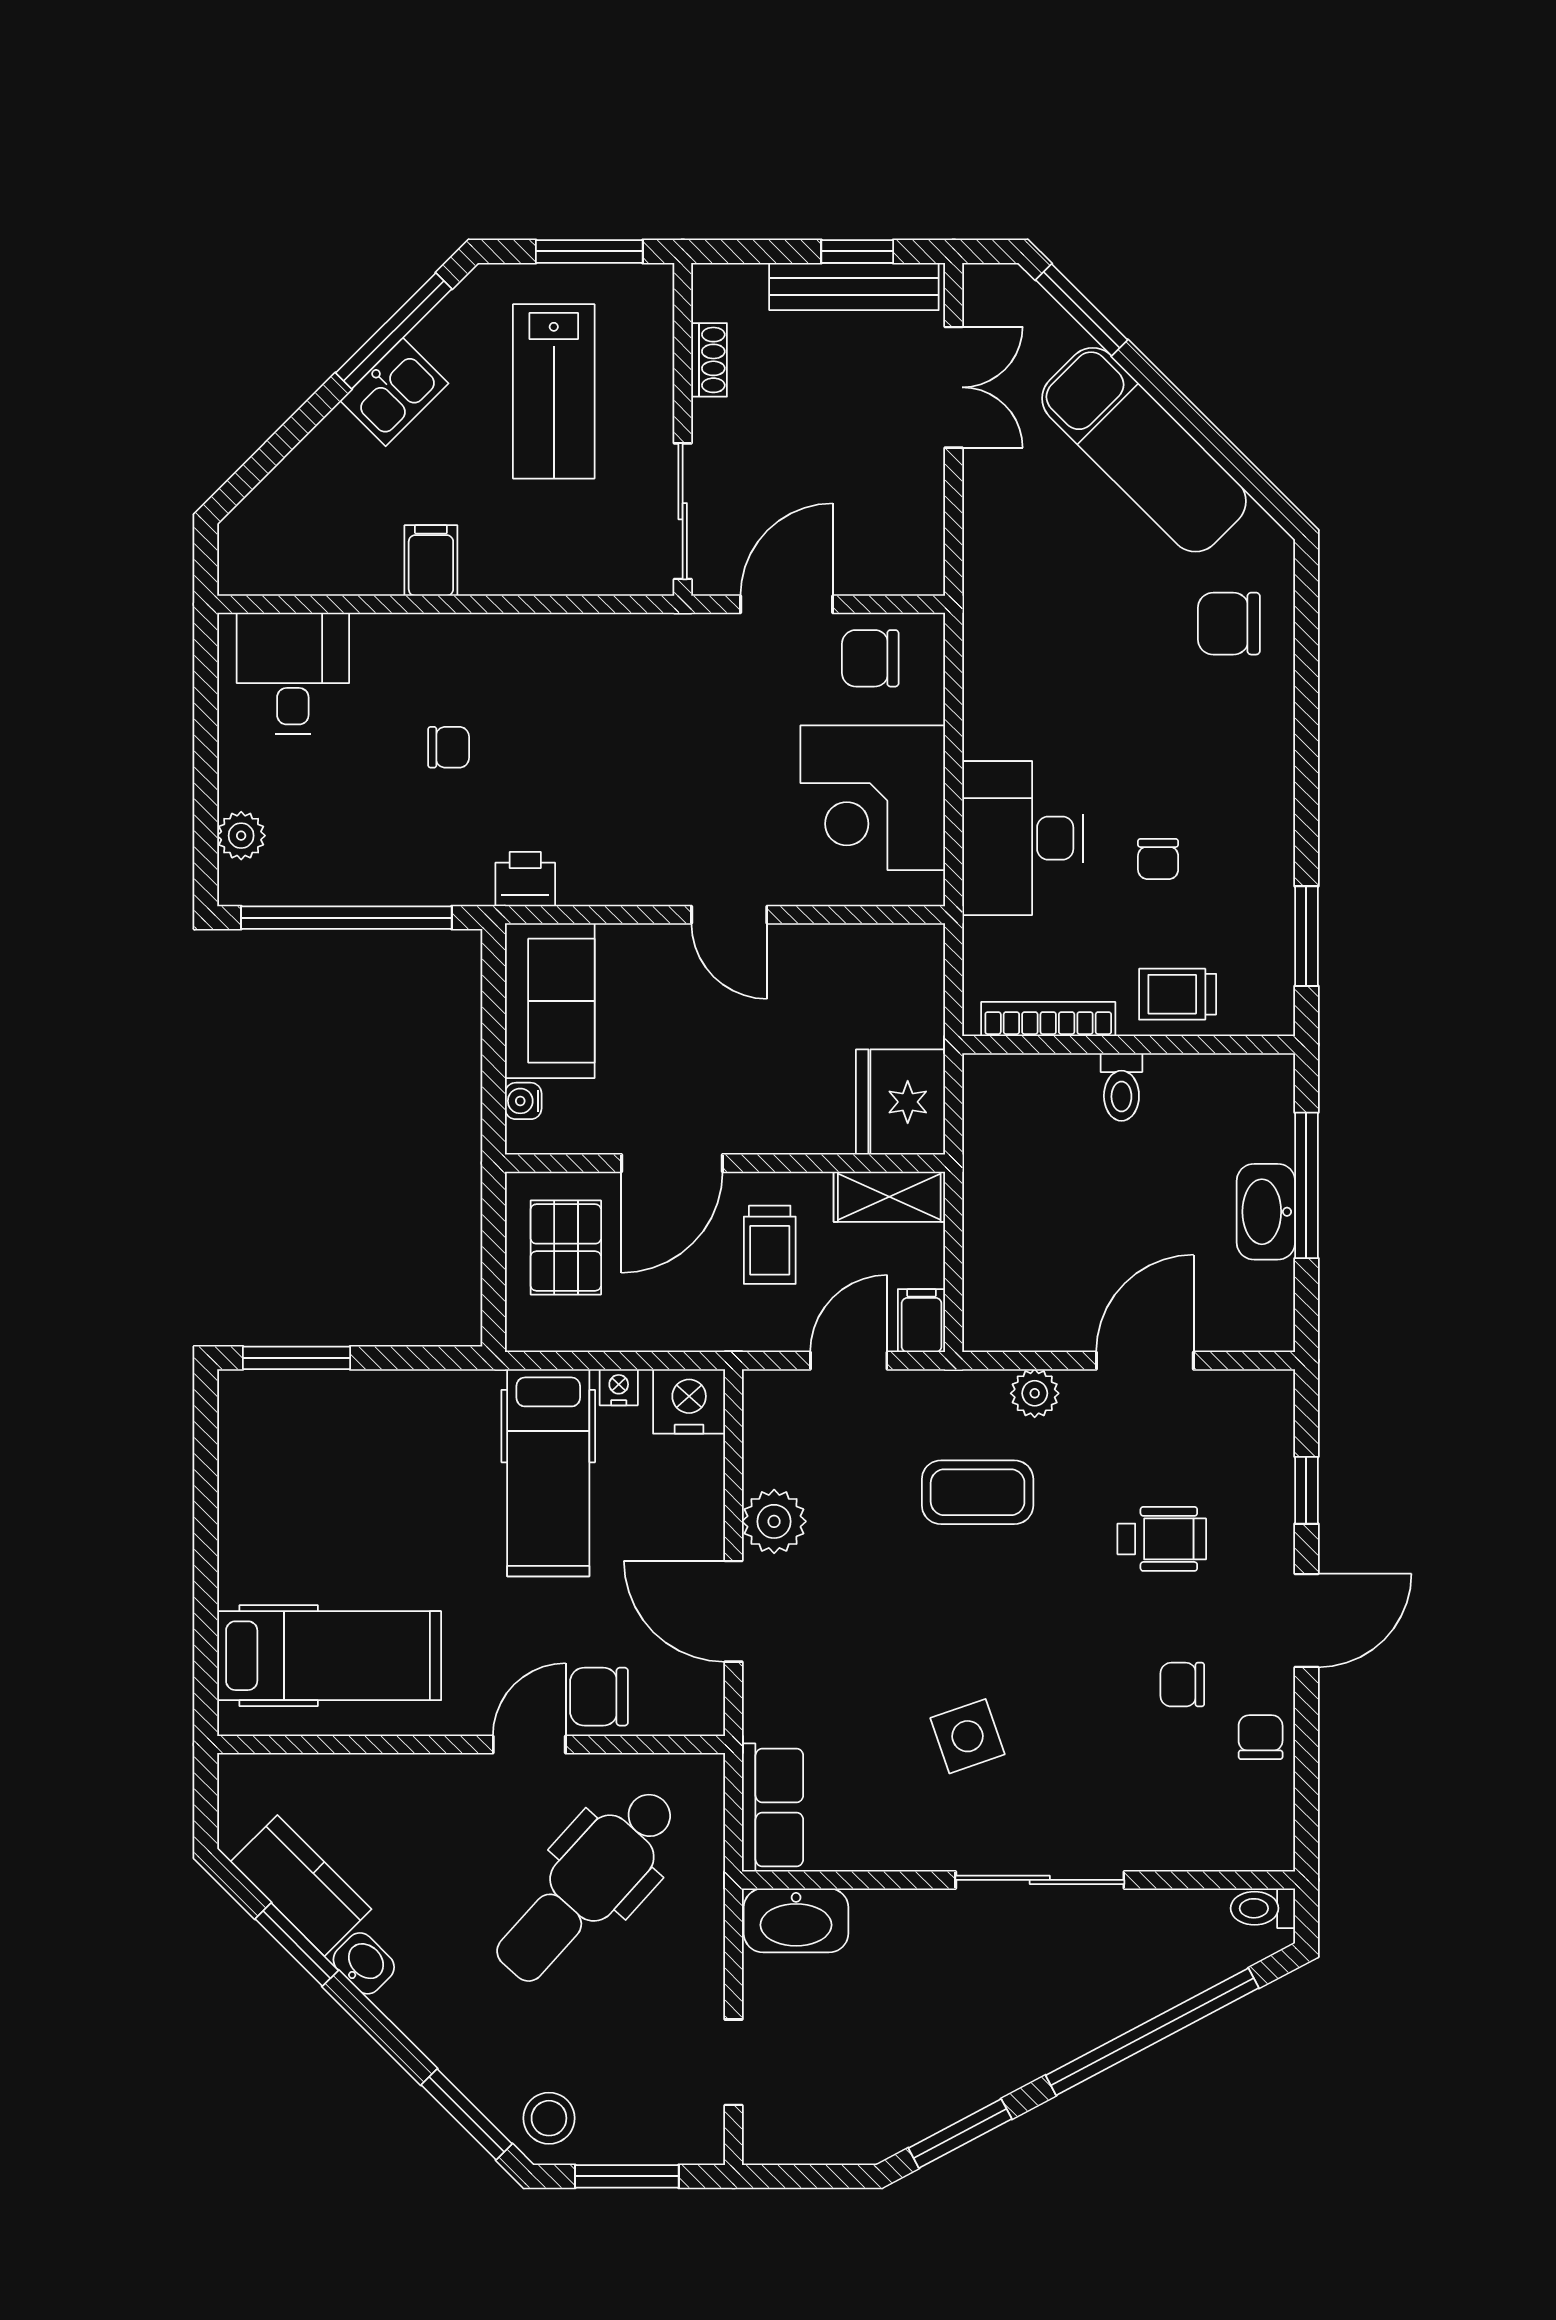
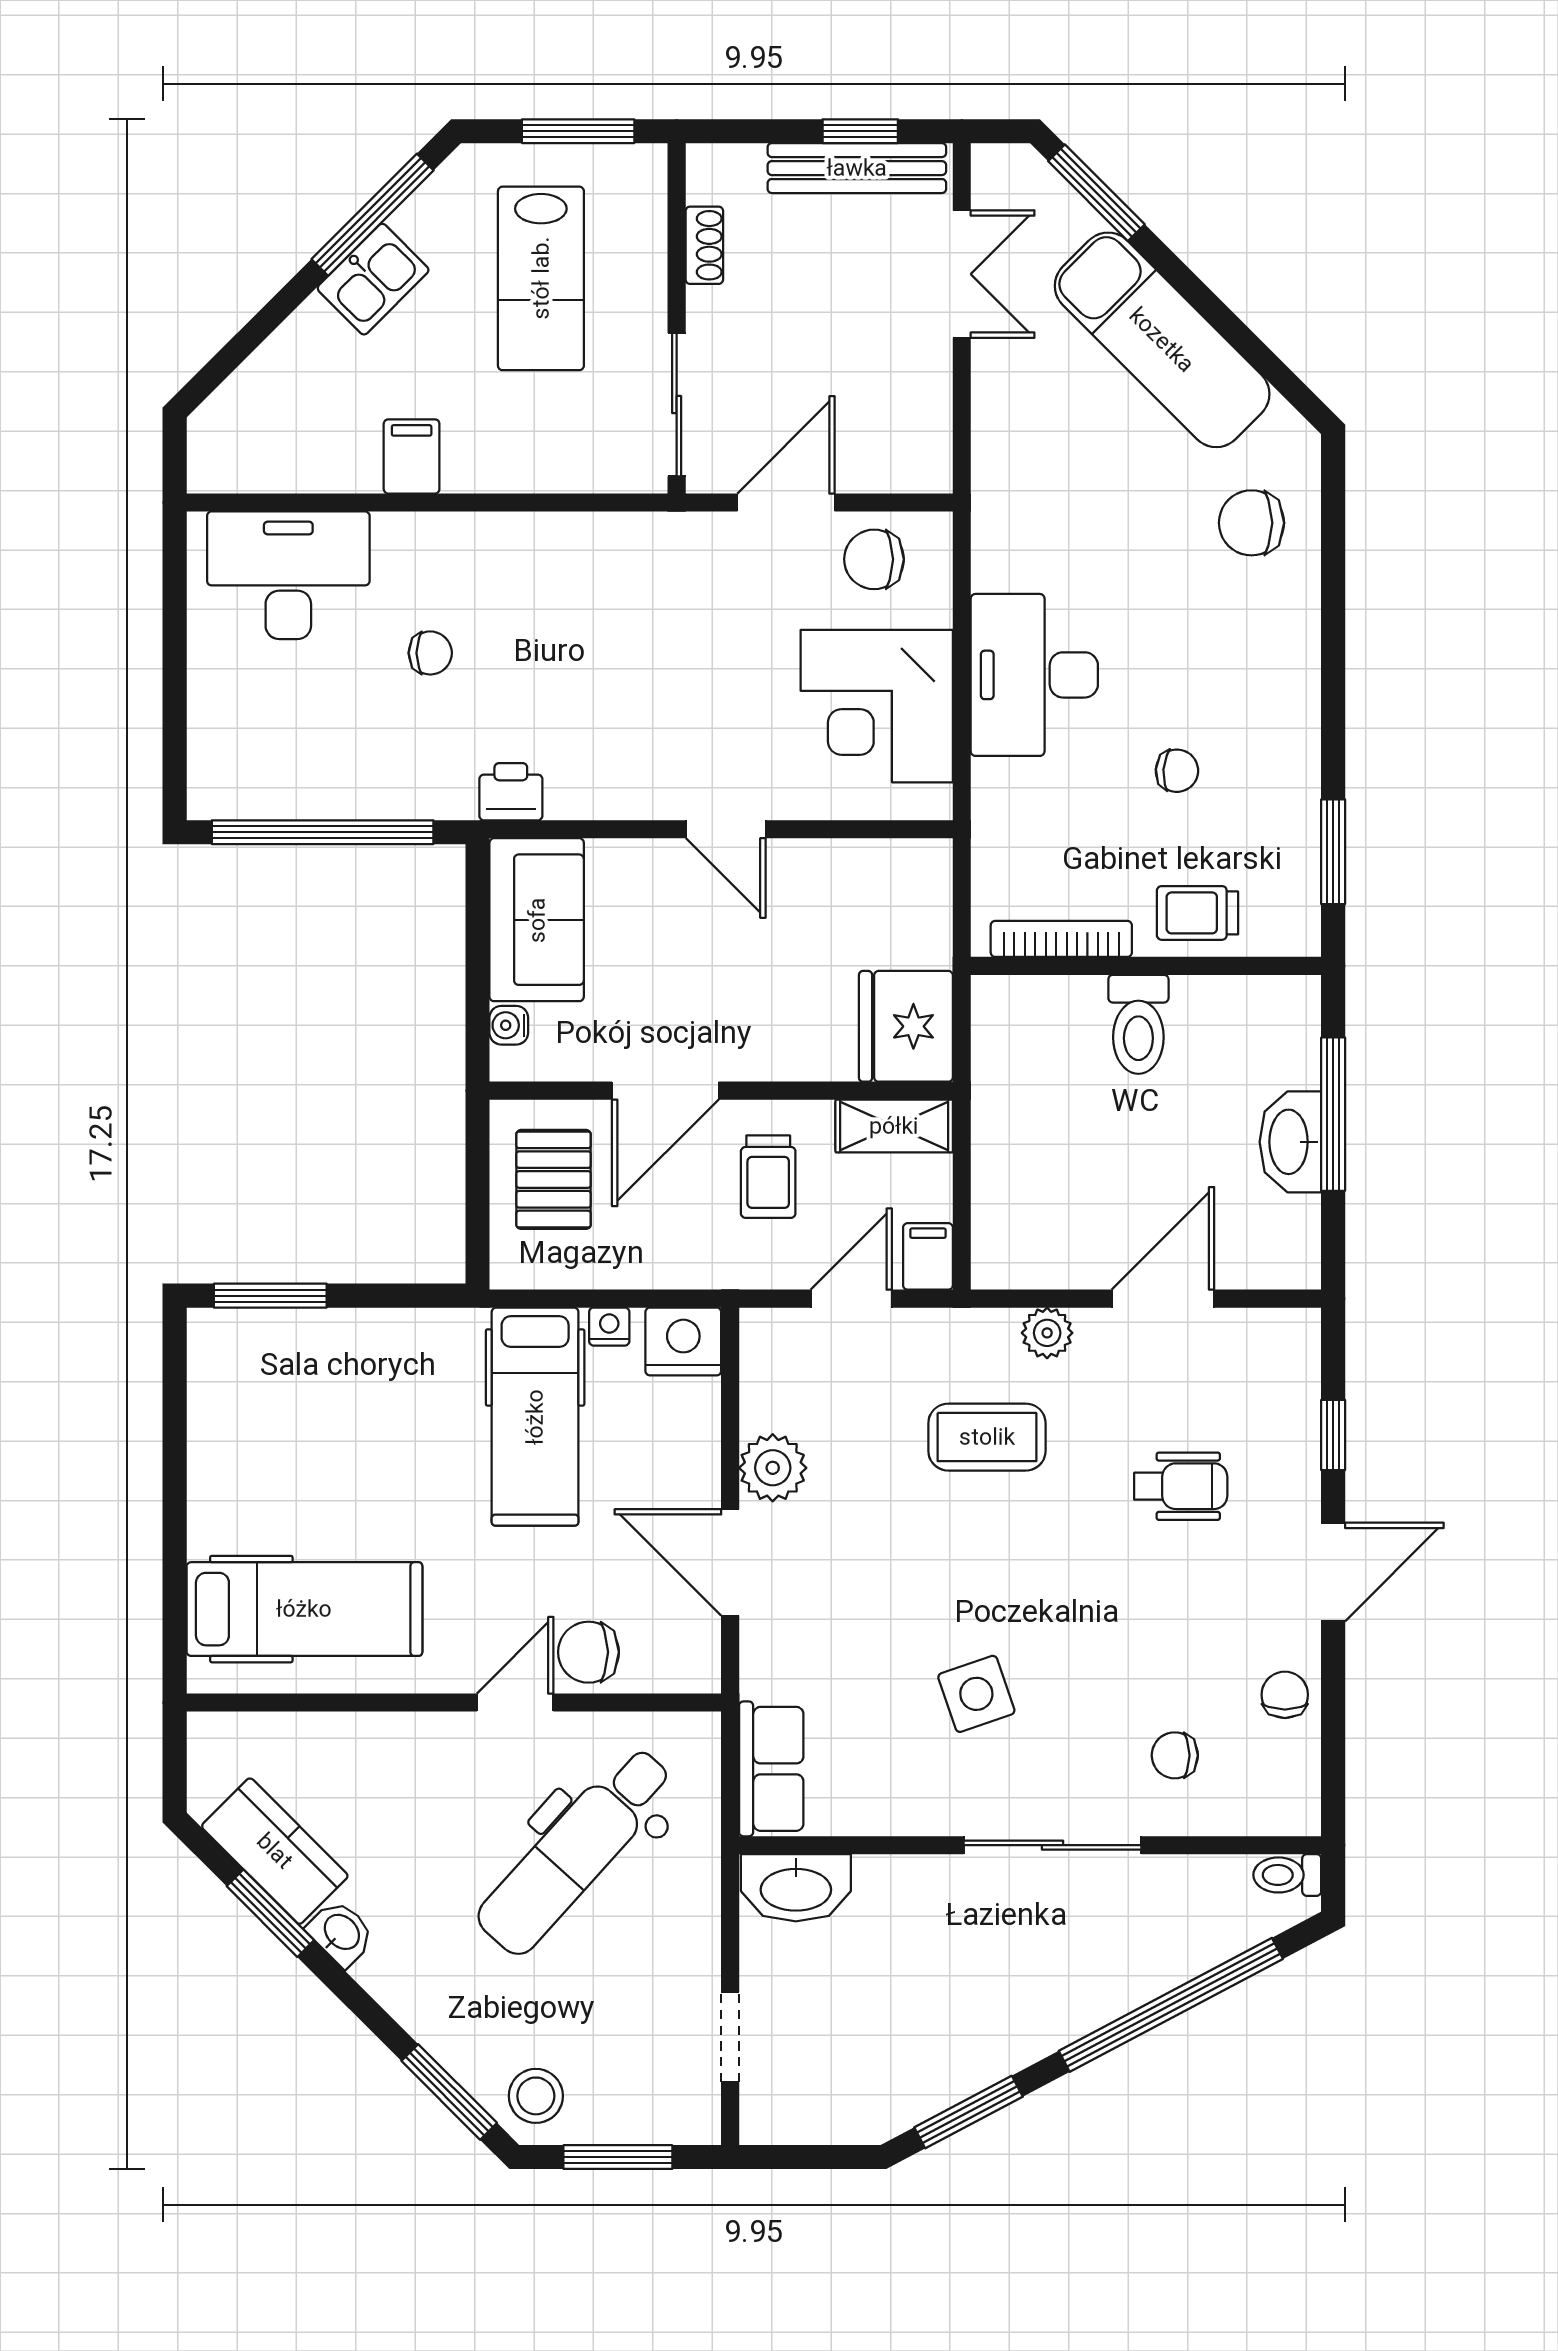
desk: (293, 673) -> (288, 575), width x1.37
plant: (241, 836) -> (212, 746), removed
desk: (1023, 838) -> (1034, 675), moved
chair: (1158, 859) -> (1177, 771), turned -86
toilet: (1121, 1087) -> (1138, 1024), width x1.37, depth x1.39
chair: (1182, 1685) -> (1175, 1755), moved

